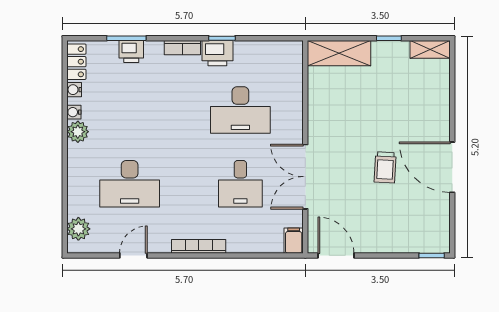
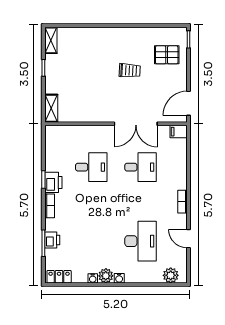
shelving: (339, 53) -> (51, 108), width x0.67, depth x0.75
water cooler: (74, 90) -> (119, 278), moved
desk: (240, 110) -> (91, 167), width x0.73
door: (452, 167) -> (130, 26), removed
pallet: (409, 223) -> (167, 55), added
bookcase: (199, 246) -> (182, 202), width x0.64

